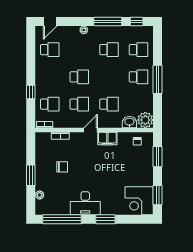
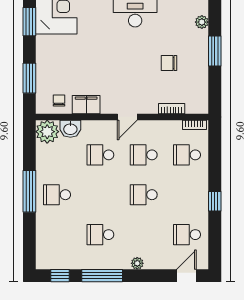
school desk: (139, 50) -> (57, 235), removed
window: (31, 92) -> (215, 201), moved
filing cabinet: (107, 139) -> (86, 105), moved

